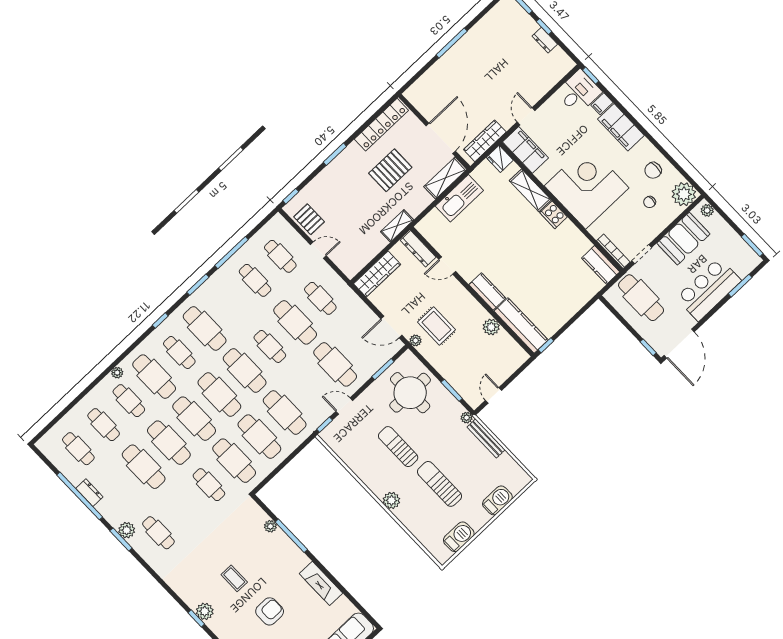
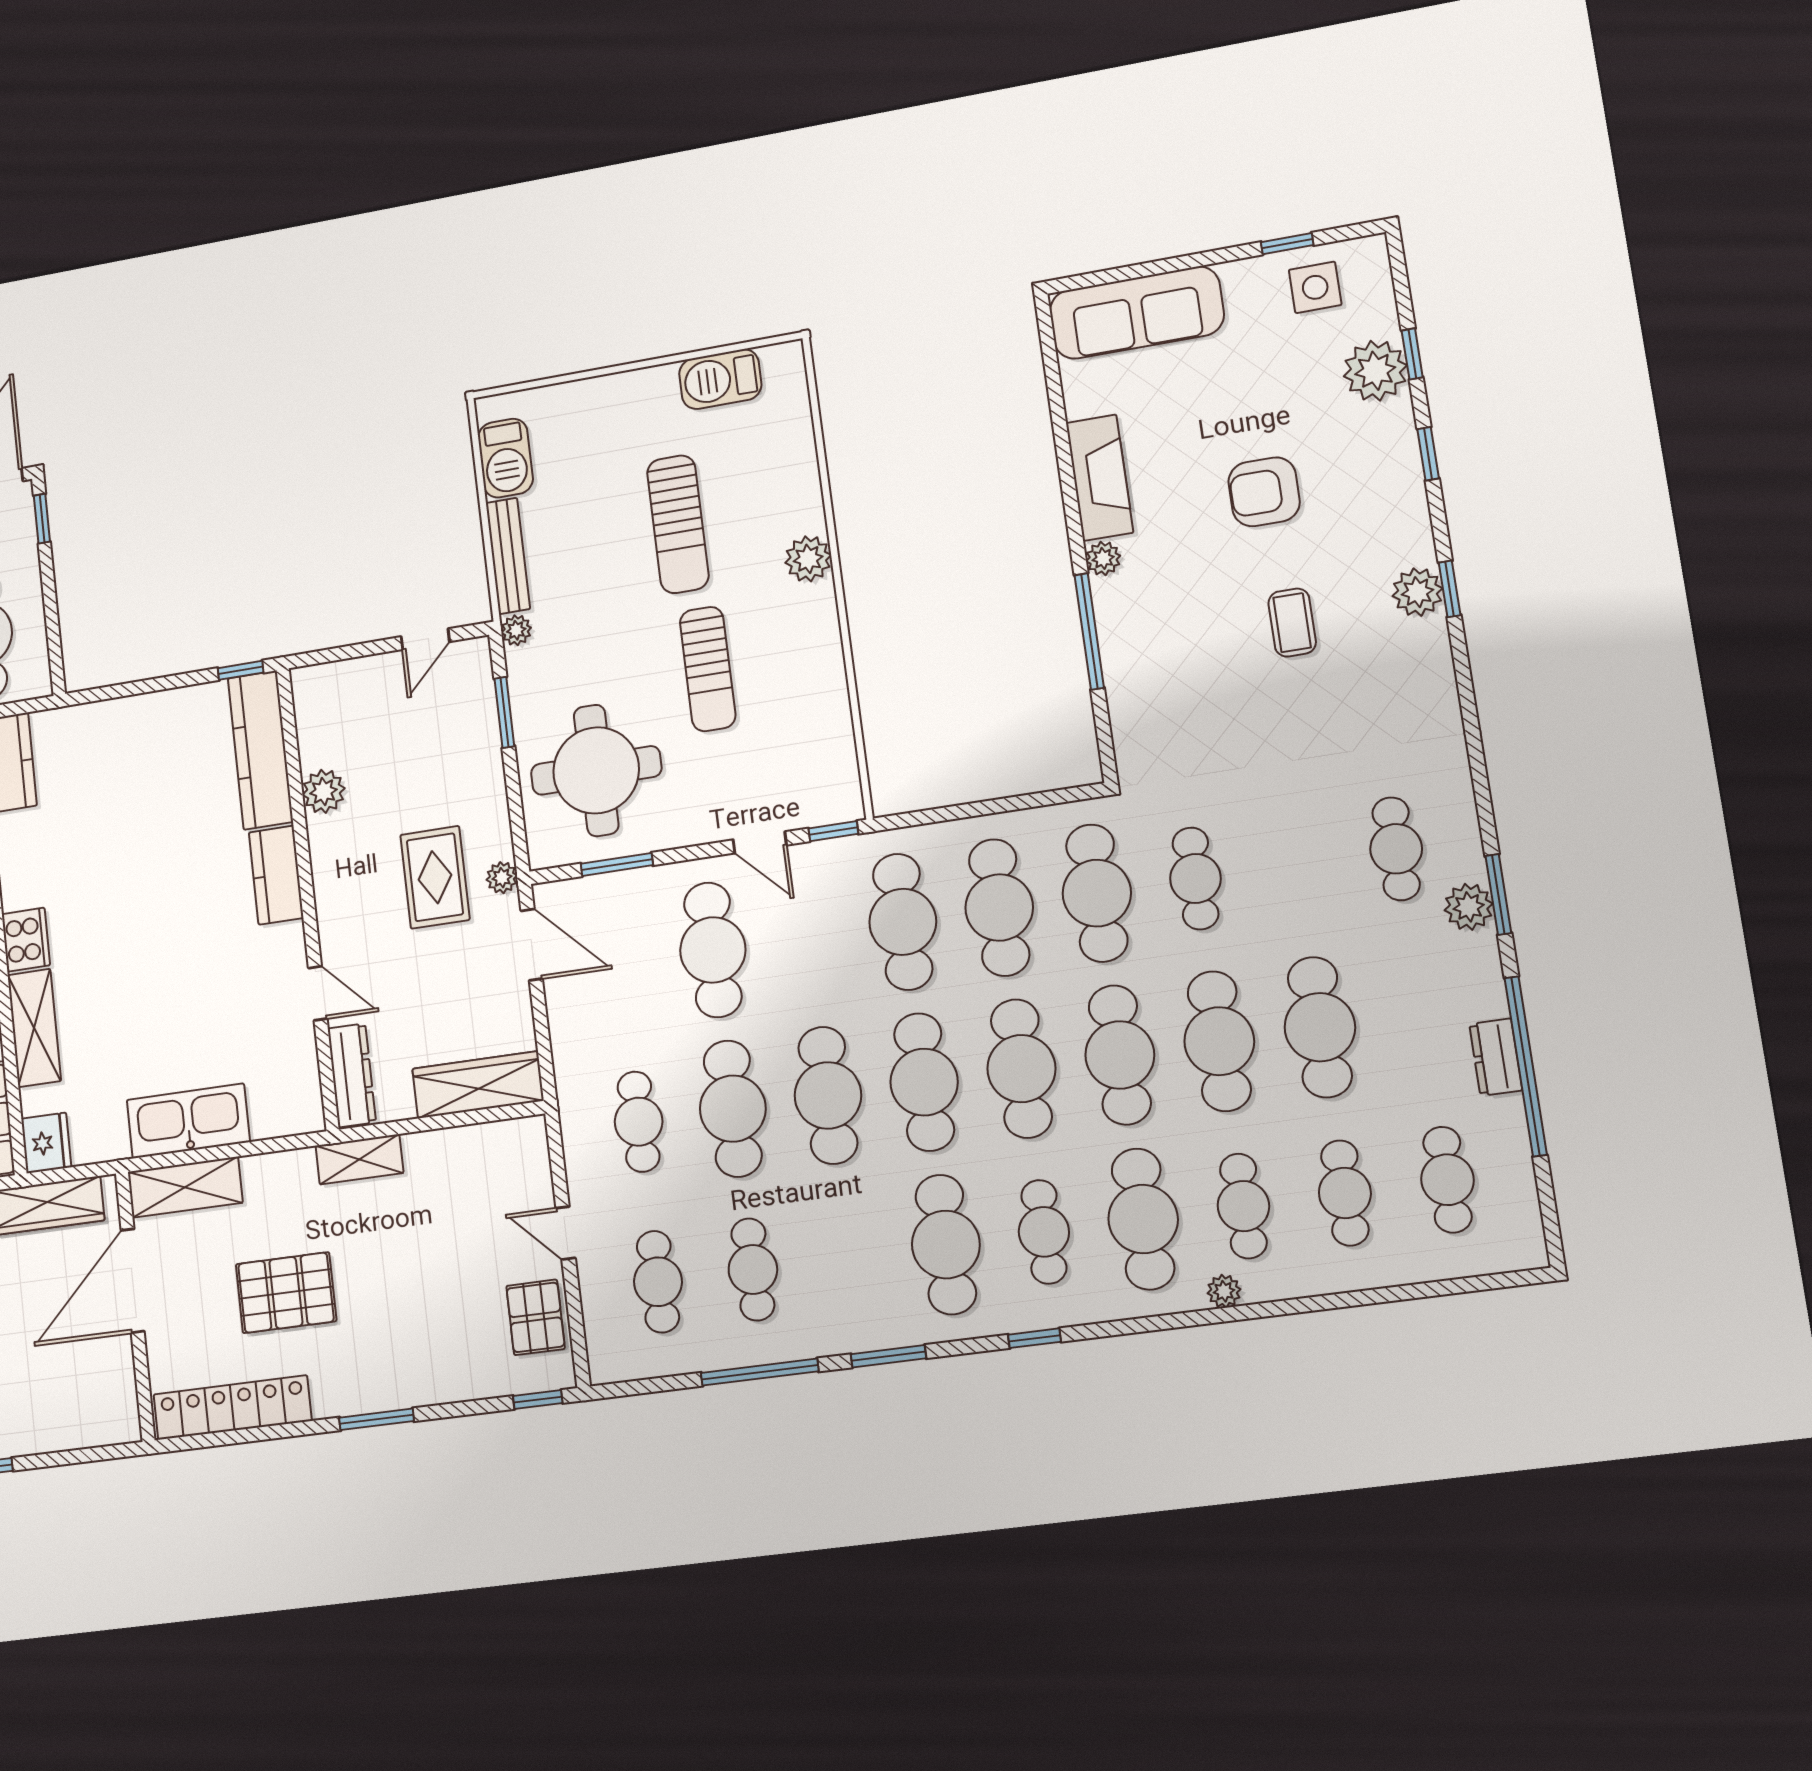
cafe table: (270, 346) -> (828, 1095), width x1.37, depth x1.35
barbecue: (497, 500) -> (505, 458), moved, turned -90
plant: (270, 526) -> (1103, 558), moved

